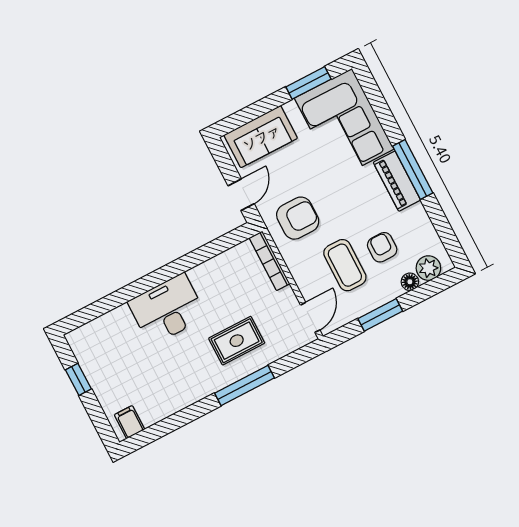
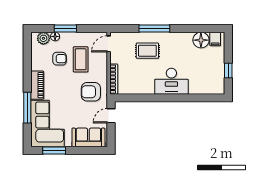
window: (413, 169) -> (27, 108), moved
armchair: (382, 247) -> (59, 59), turned -90
window: (380, 315) -> (65, 28), moved
floor lamp: (153, 408) -> (201, 40), added

